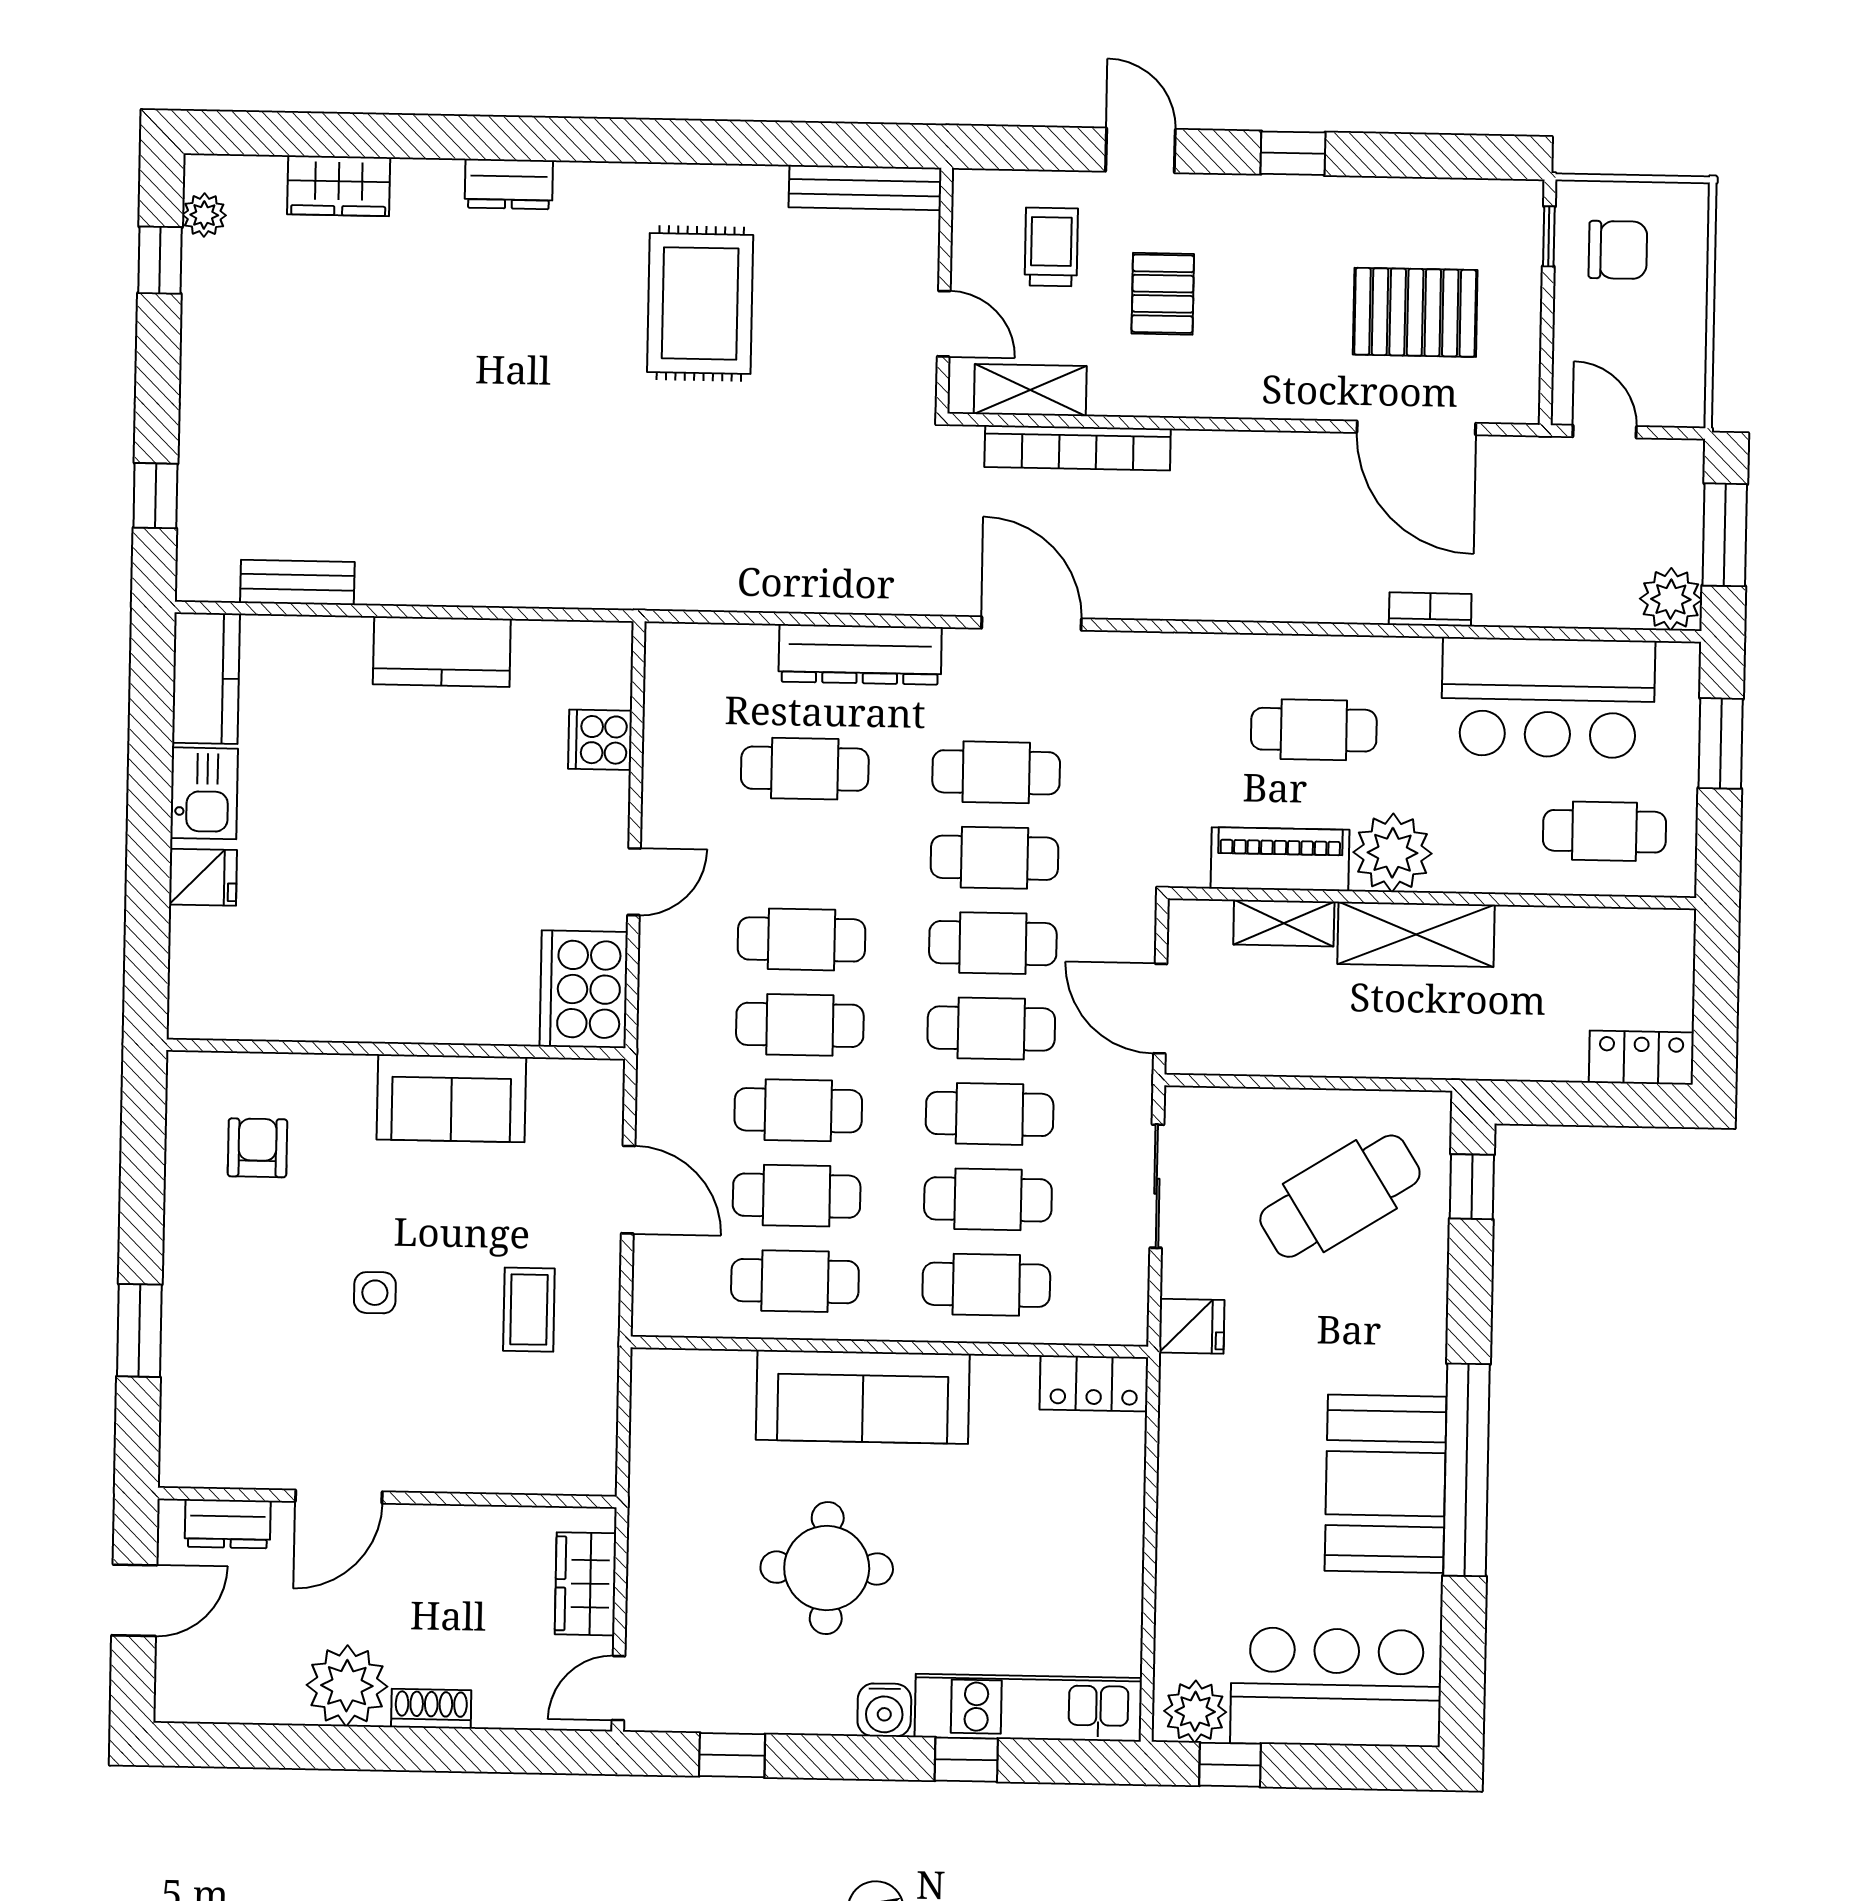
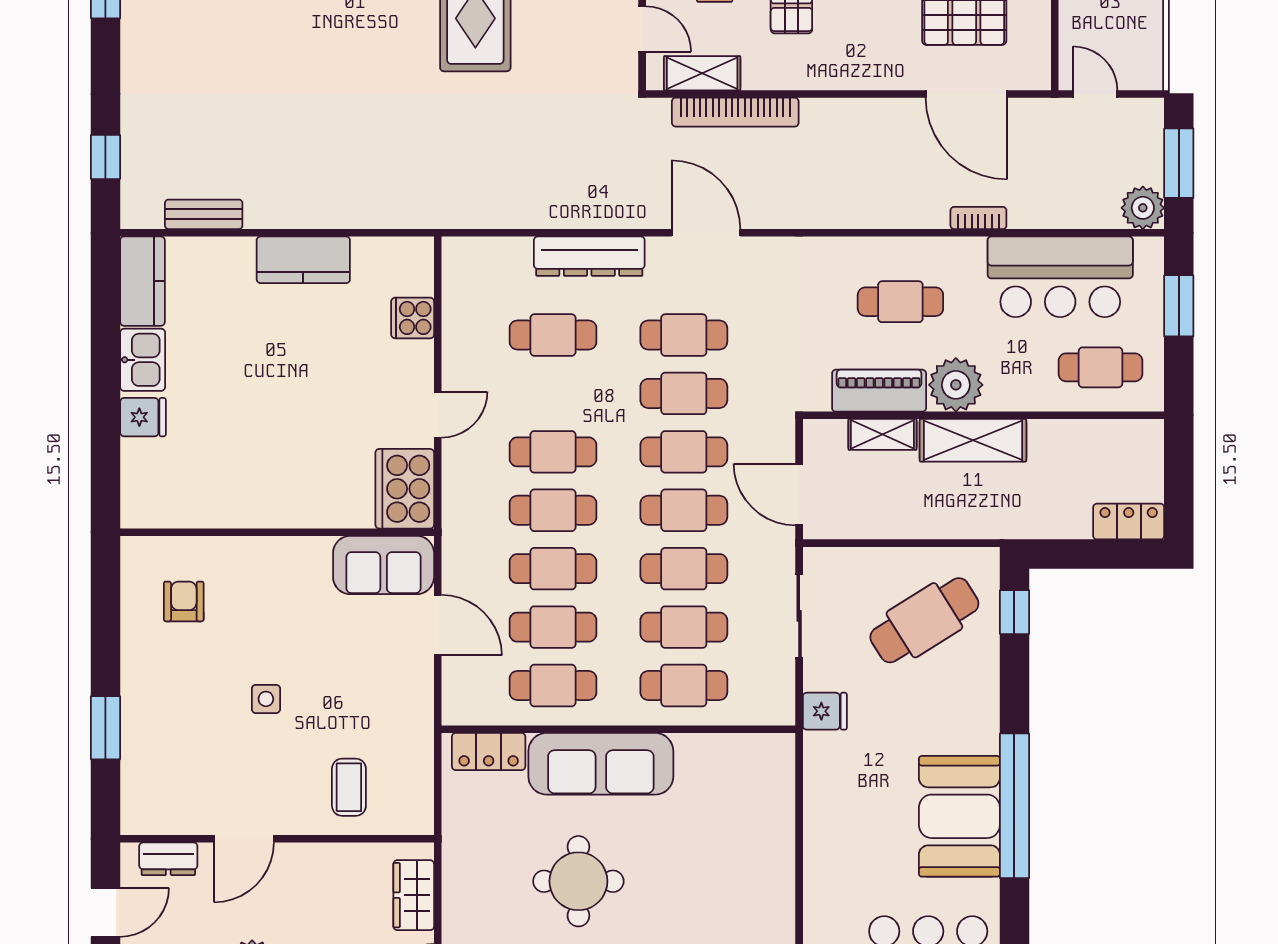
sofa: (451, 1098) -> (384, 565), moved
coffee table: (529, 1310) -> (349, 787), moved
locker: (1094, 1383) -> (489, 752), moved

